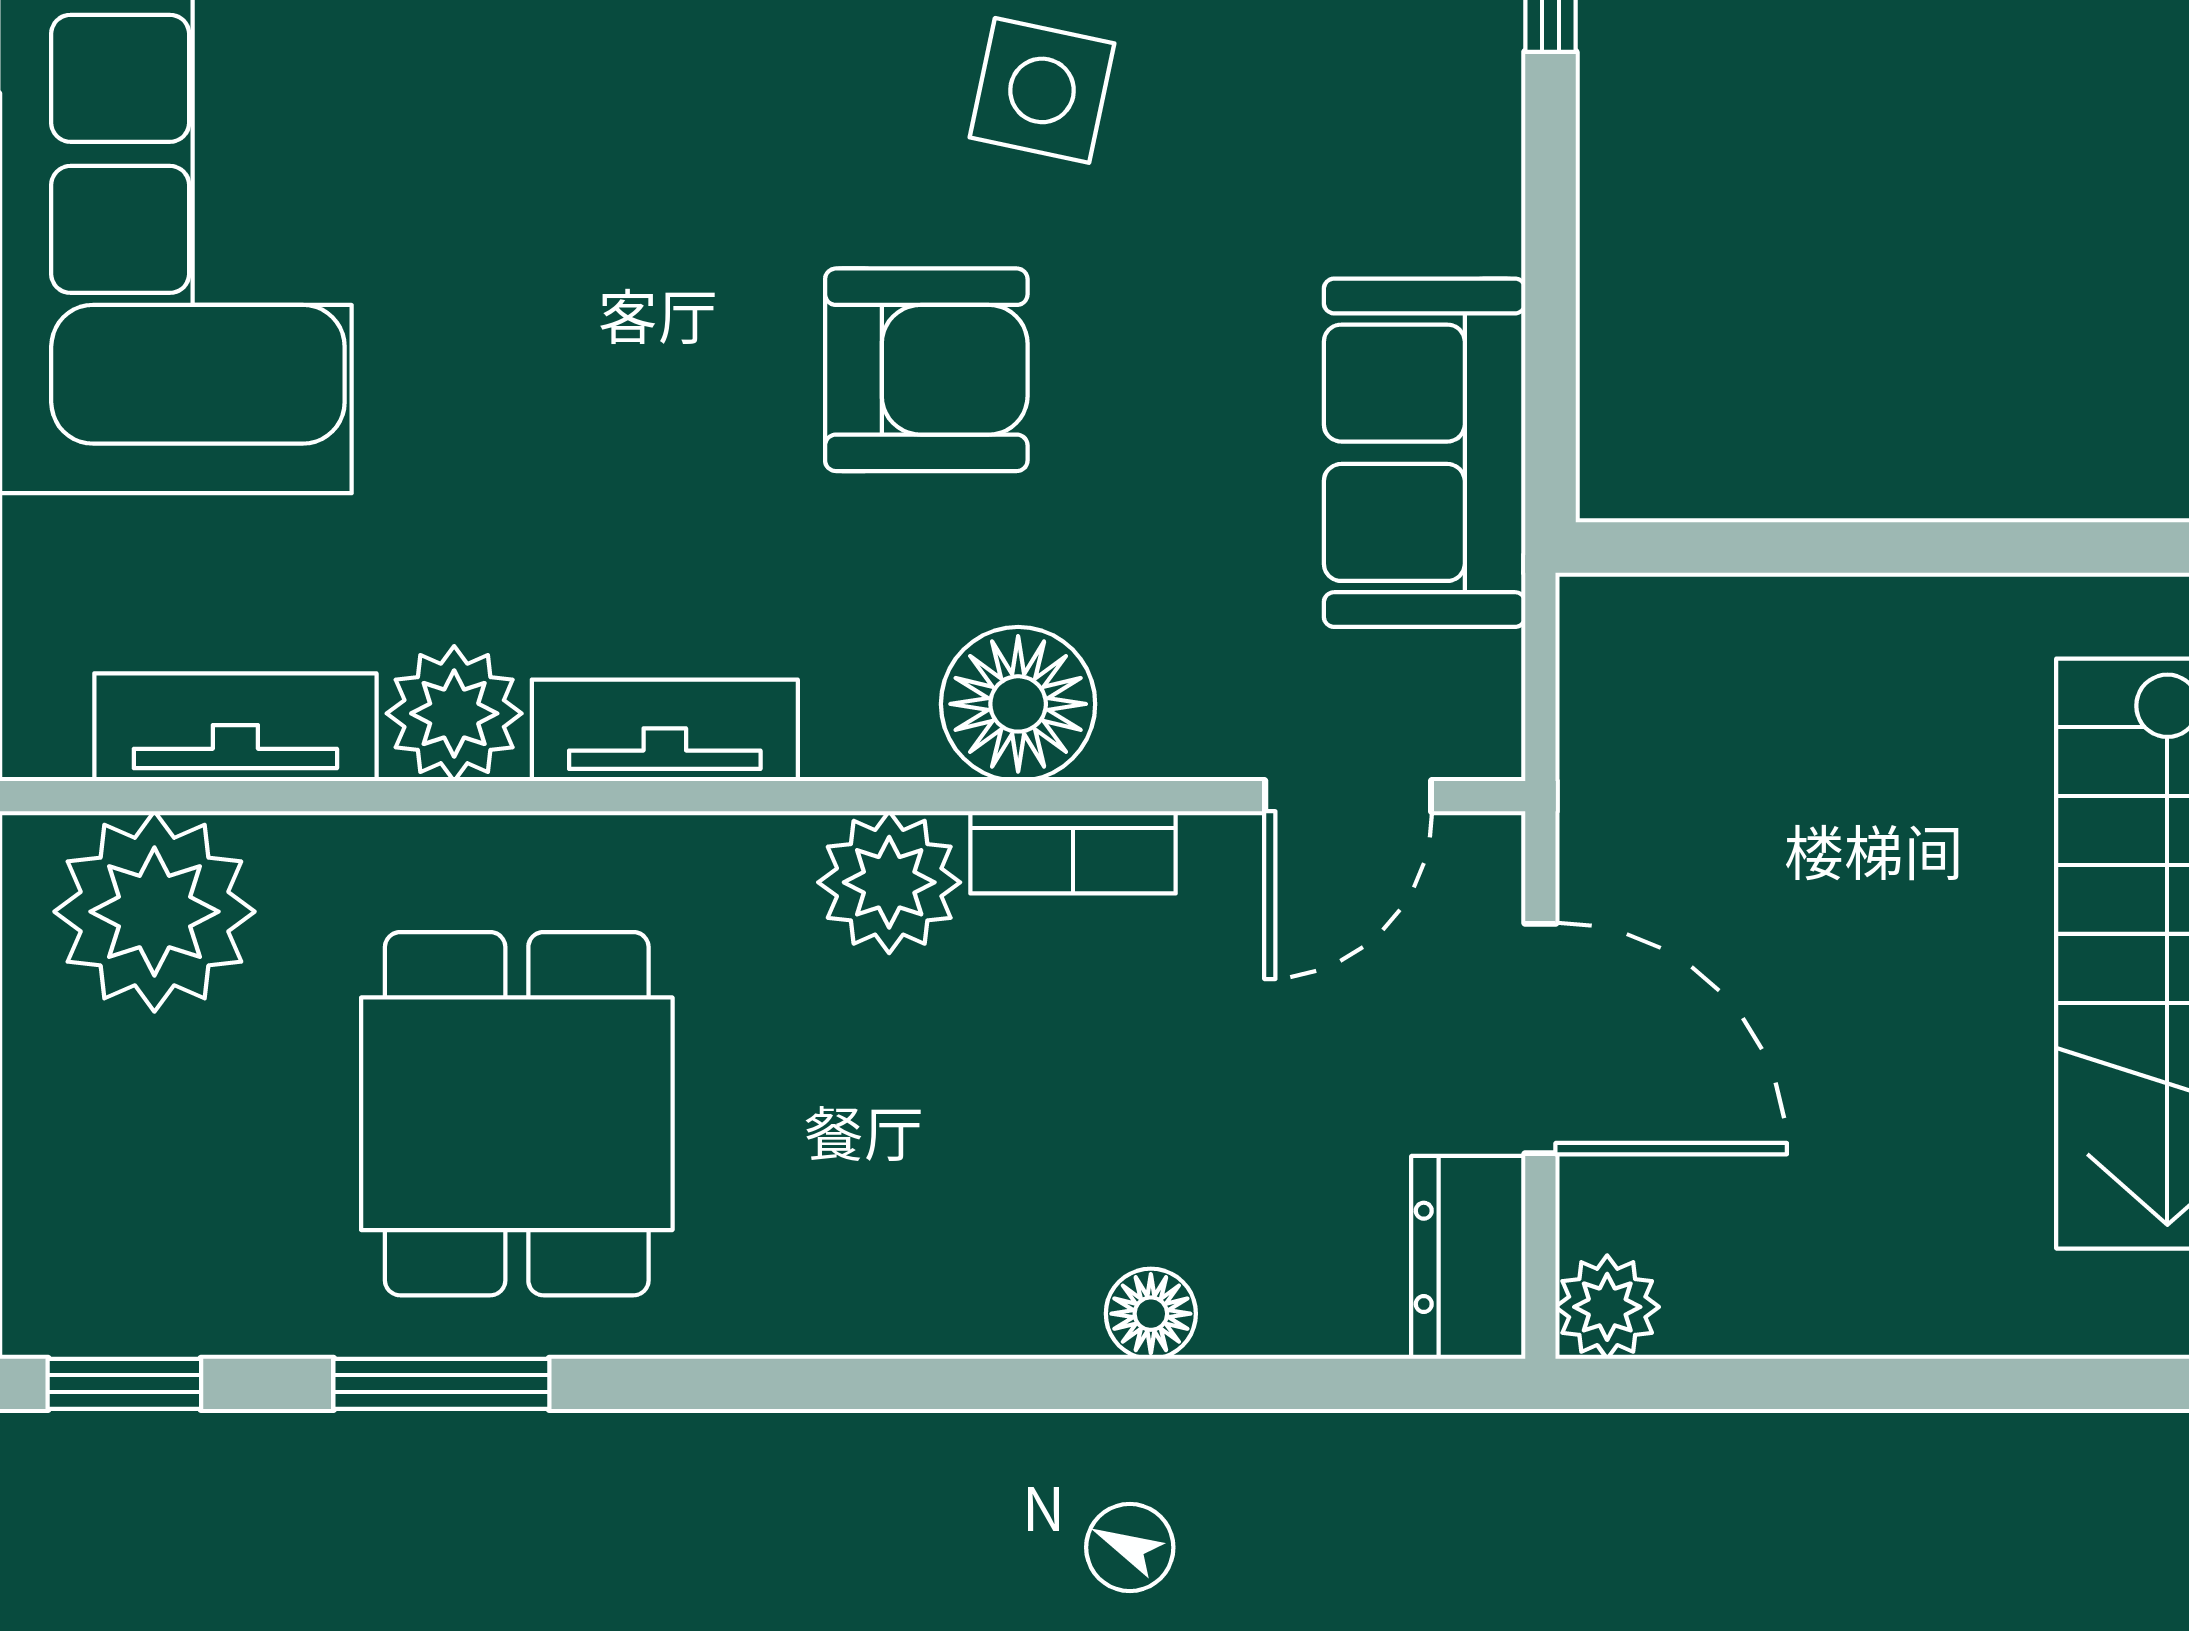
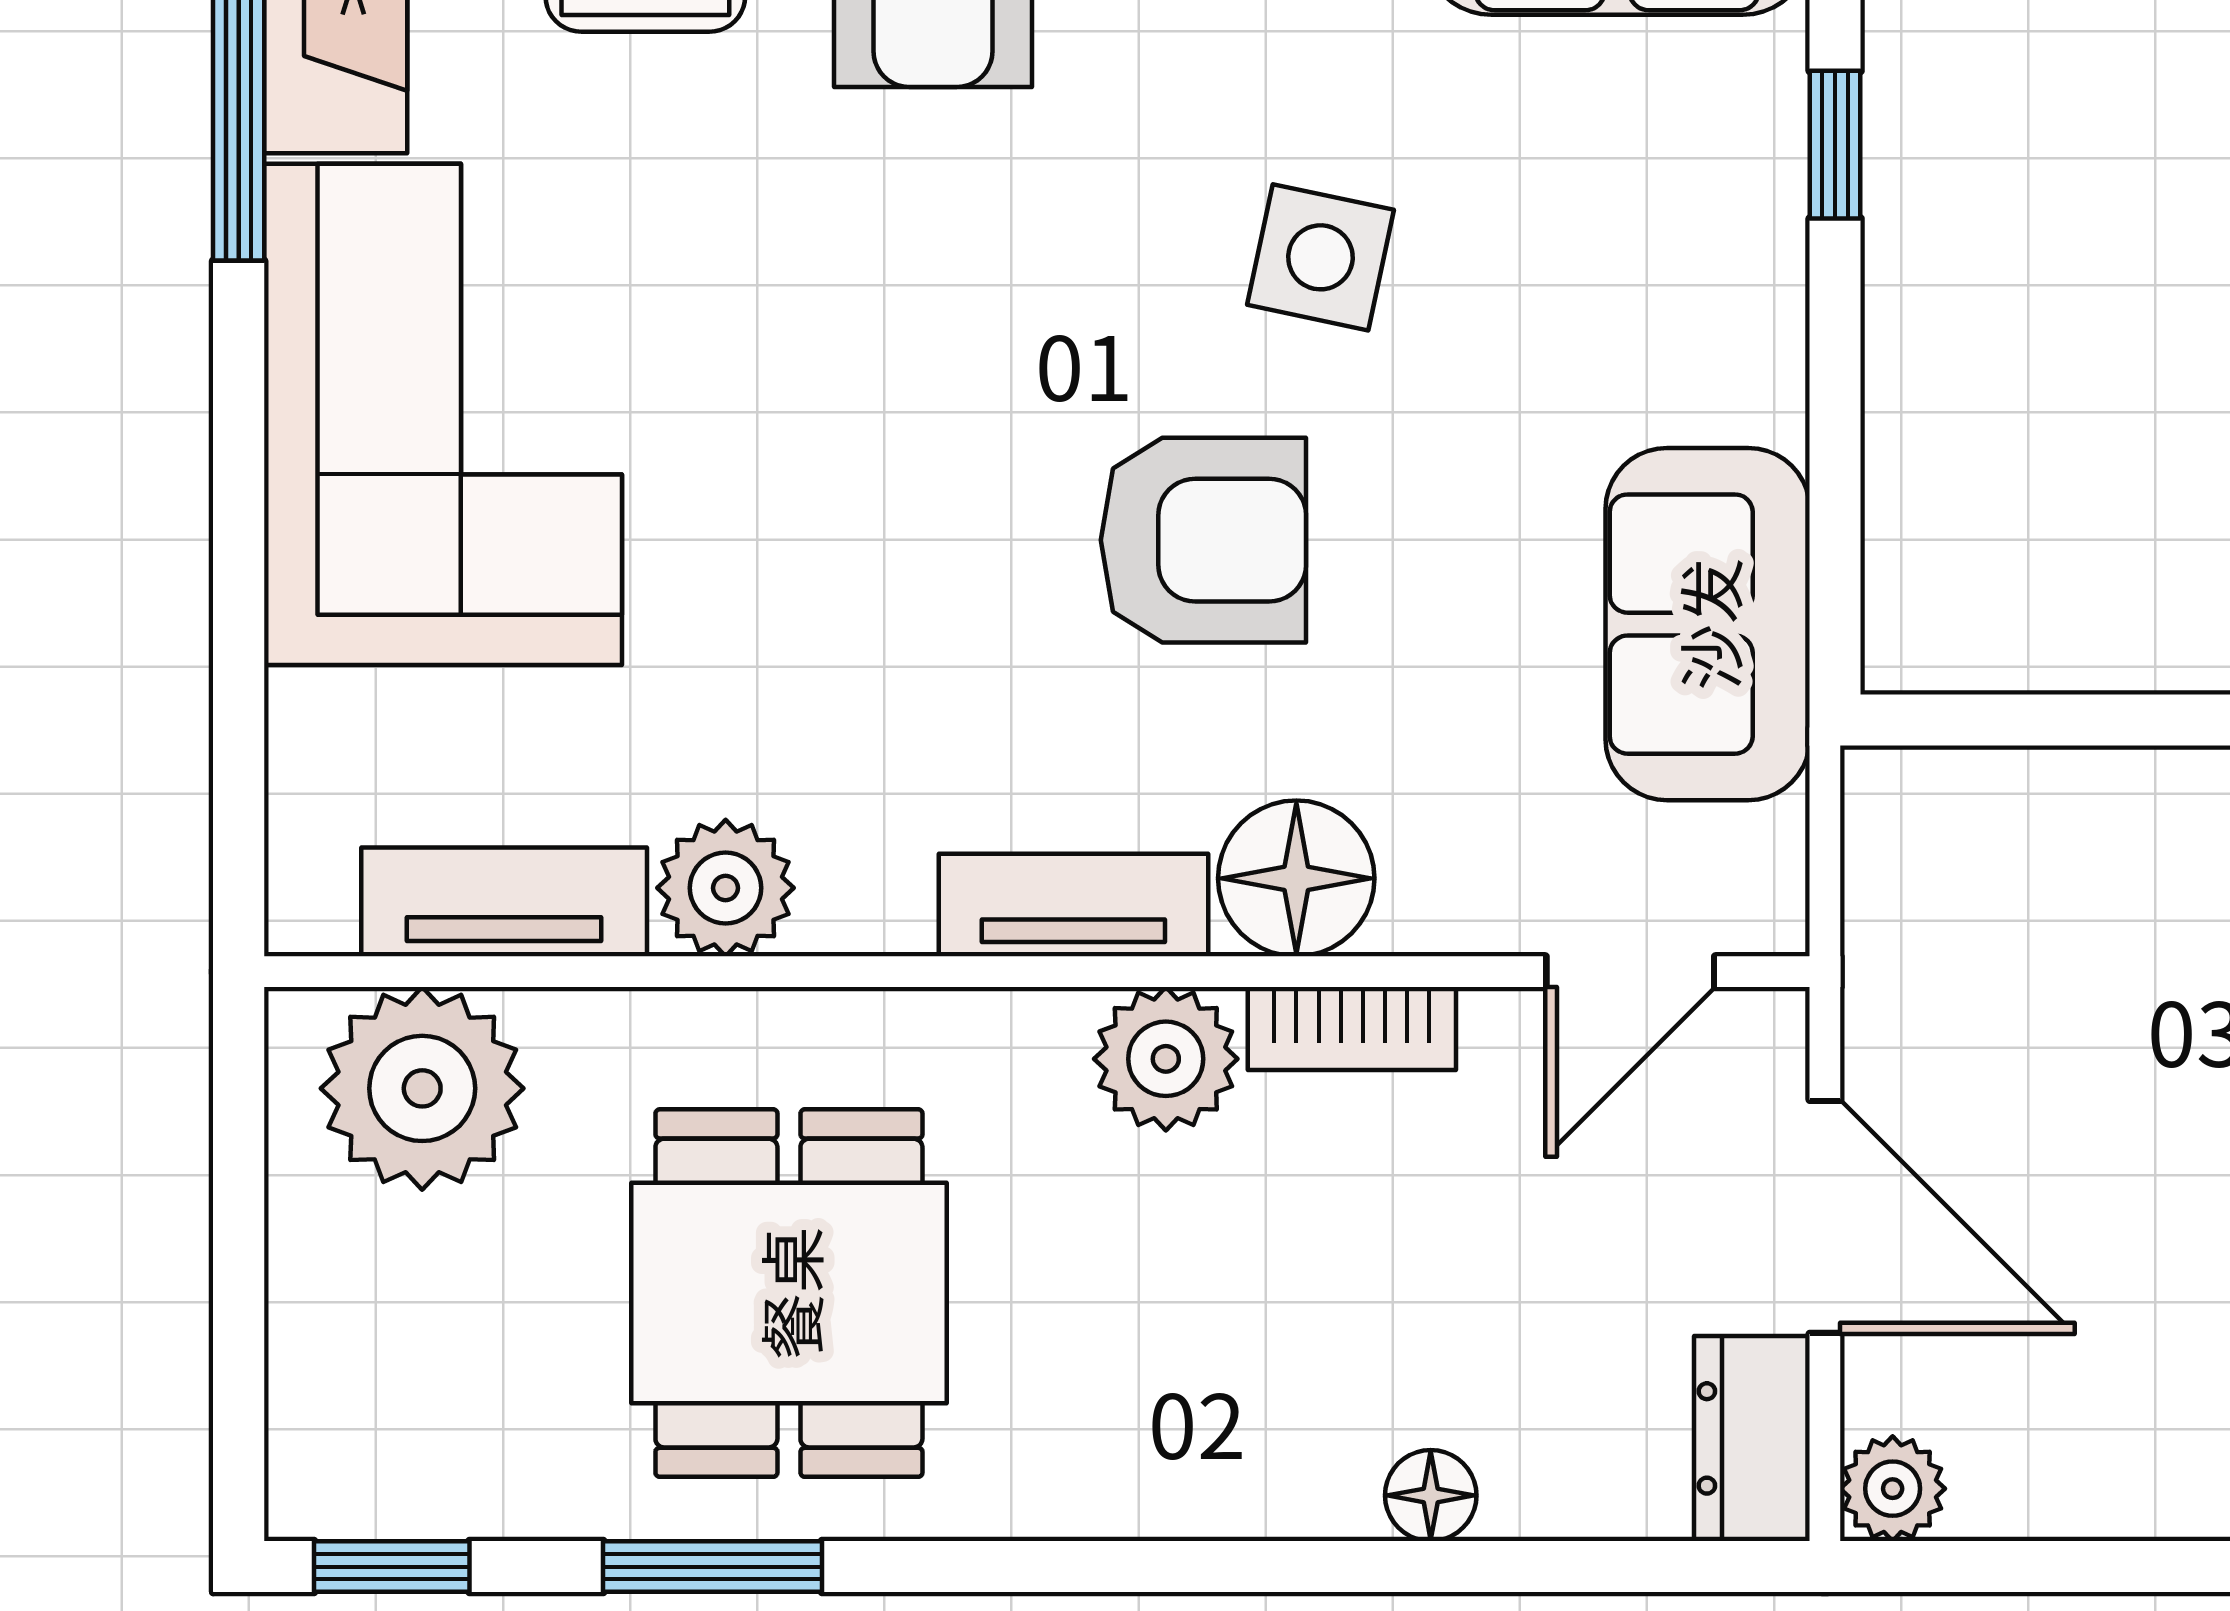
tv unit: (665, 730) -> (1073, 905), moved

